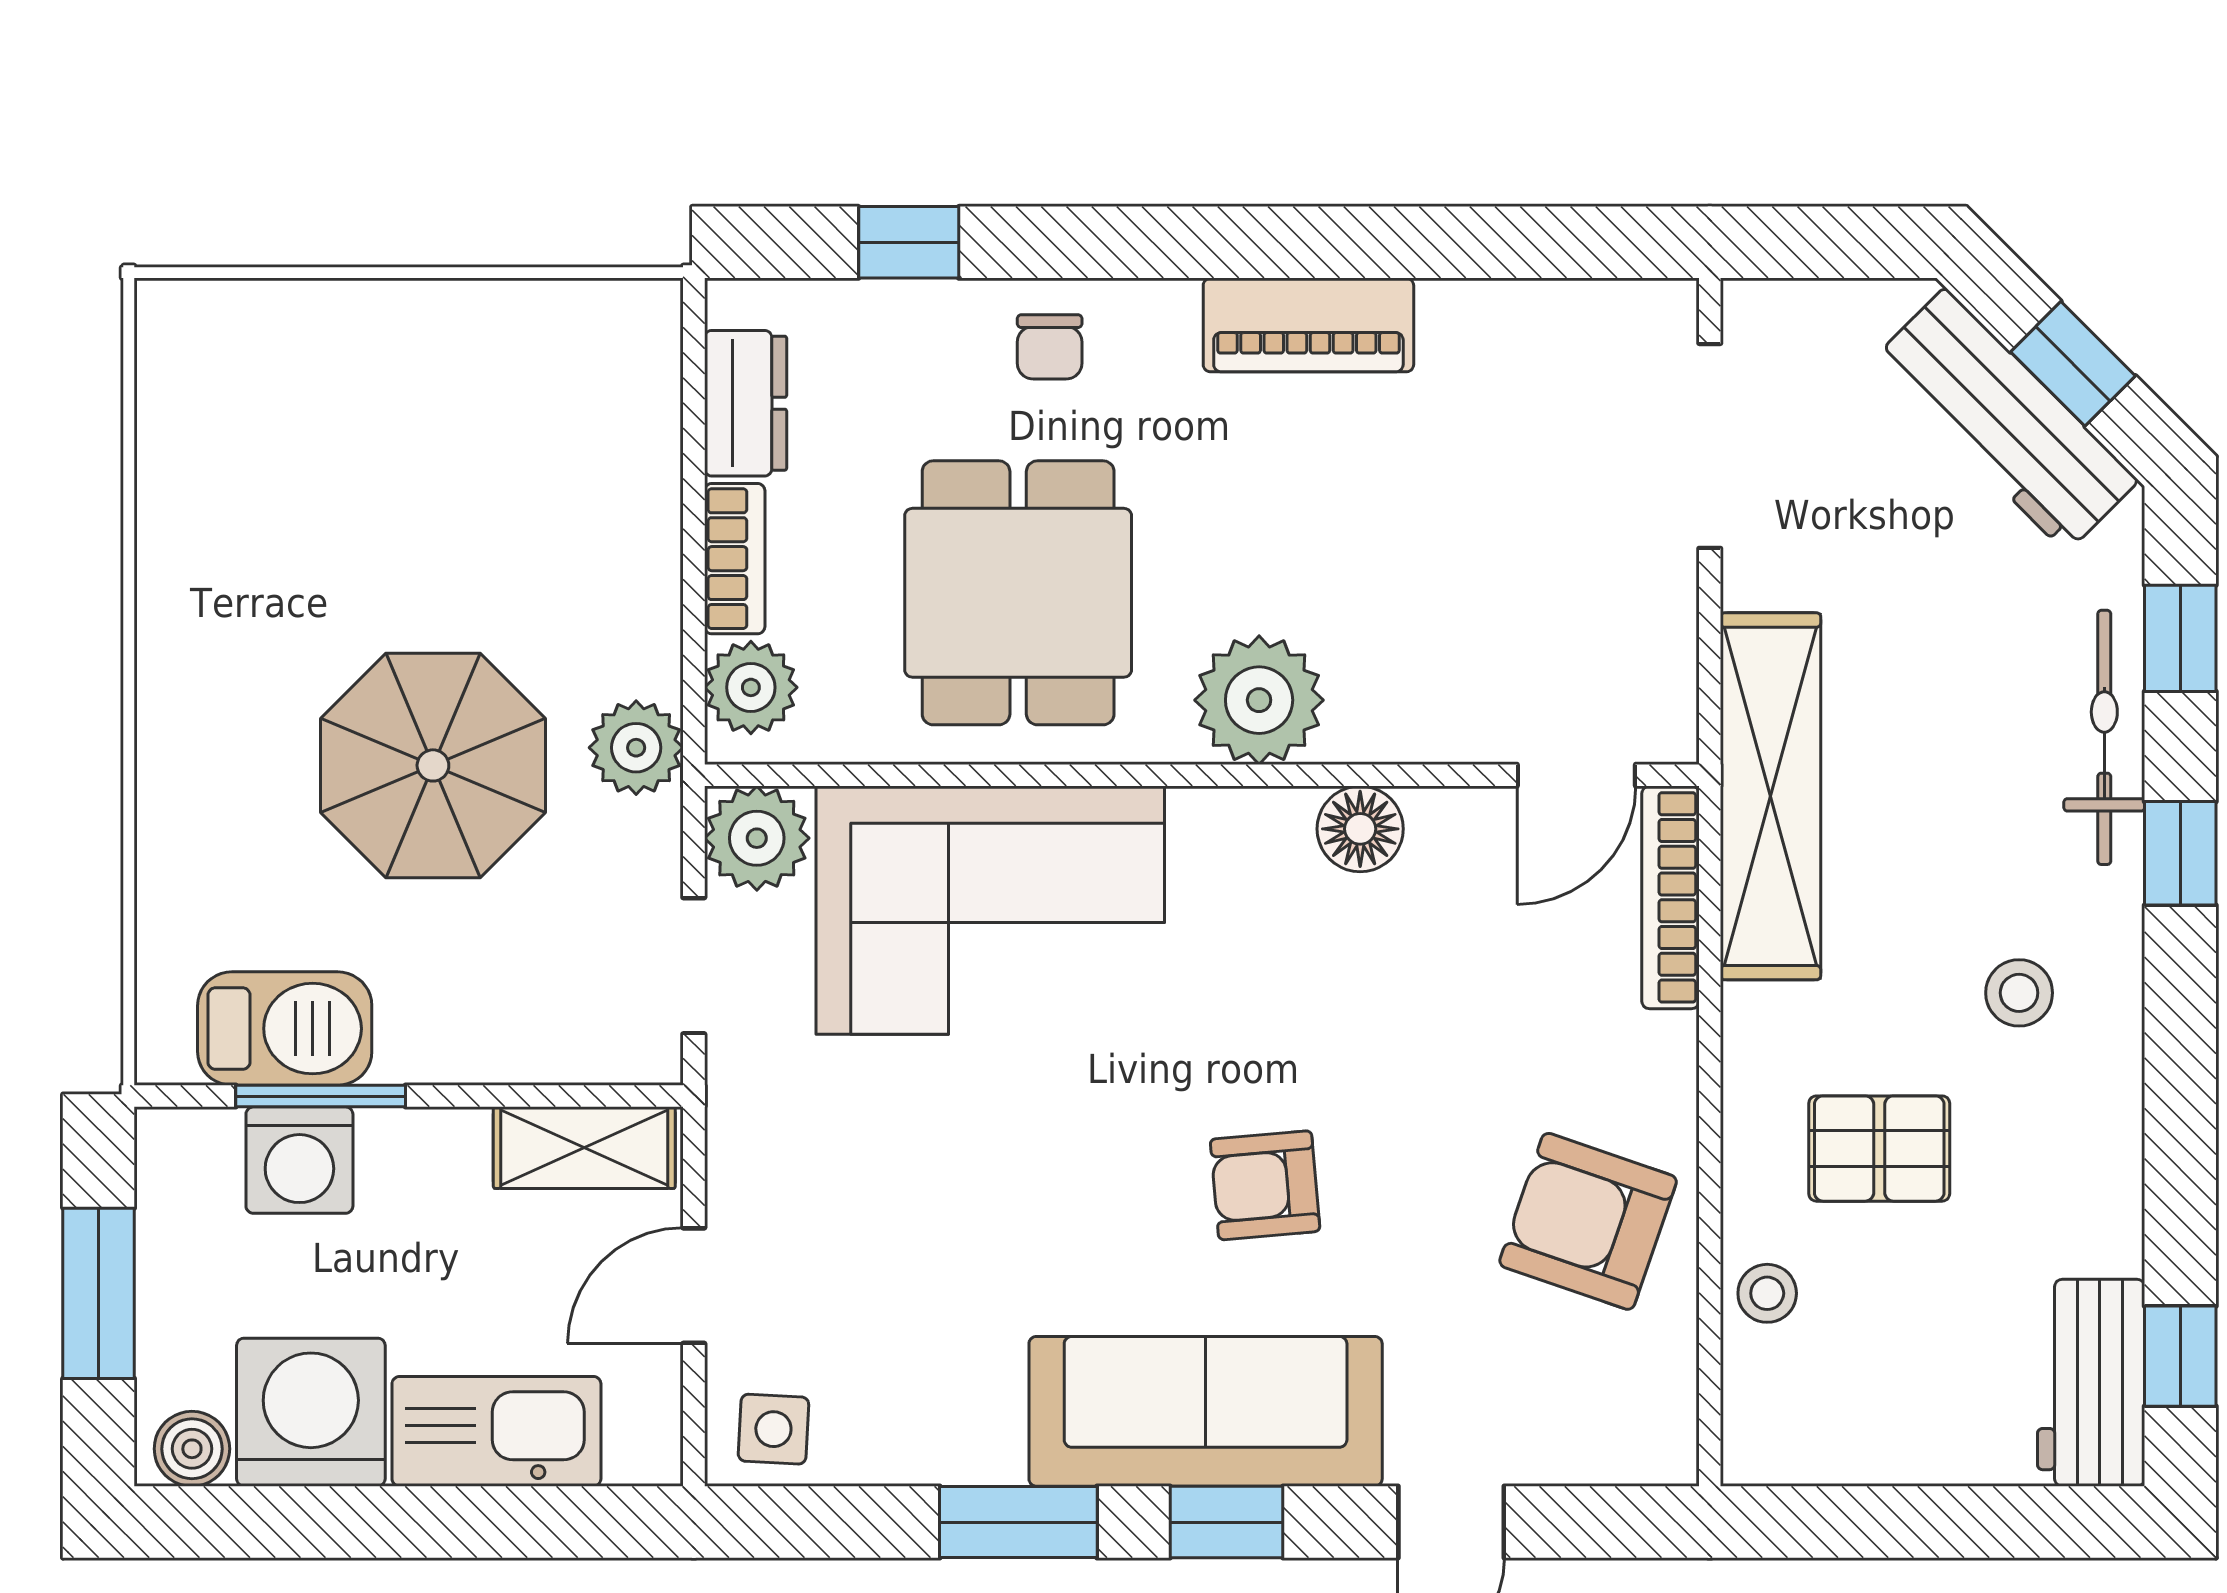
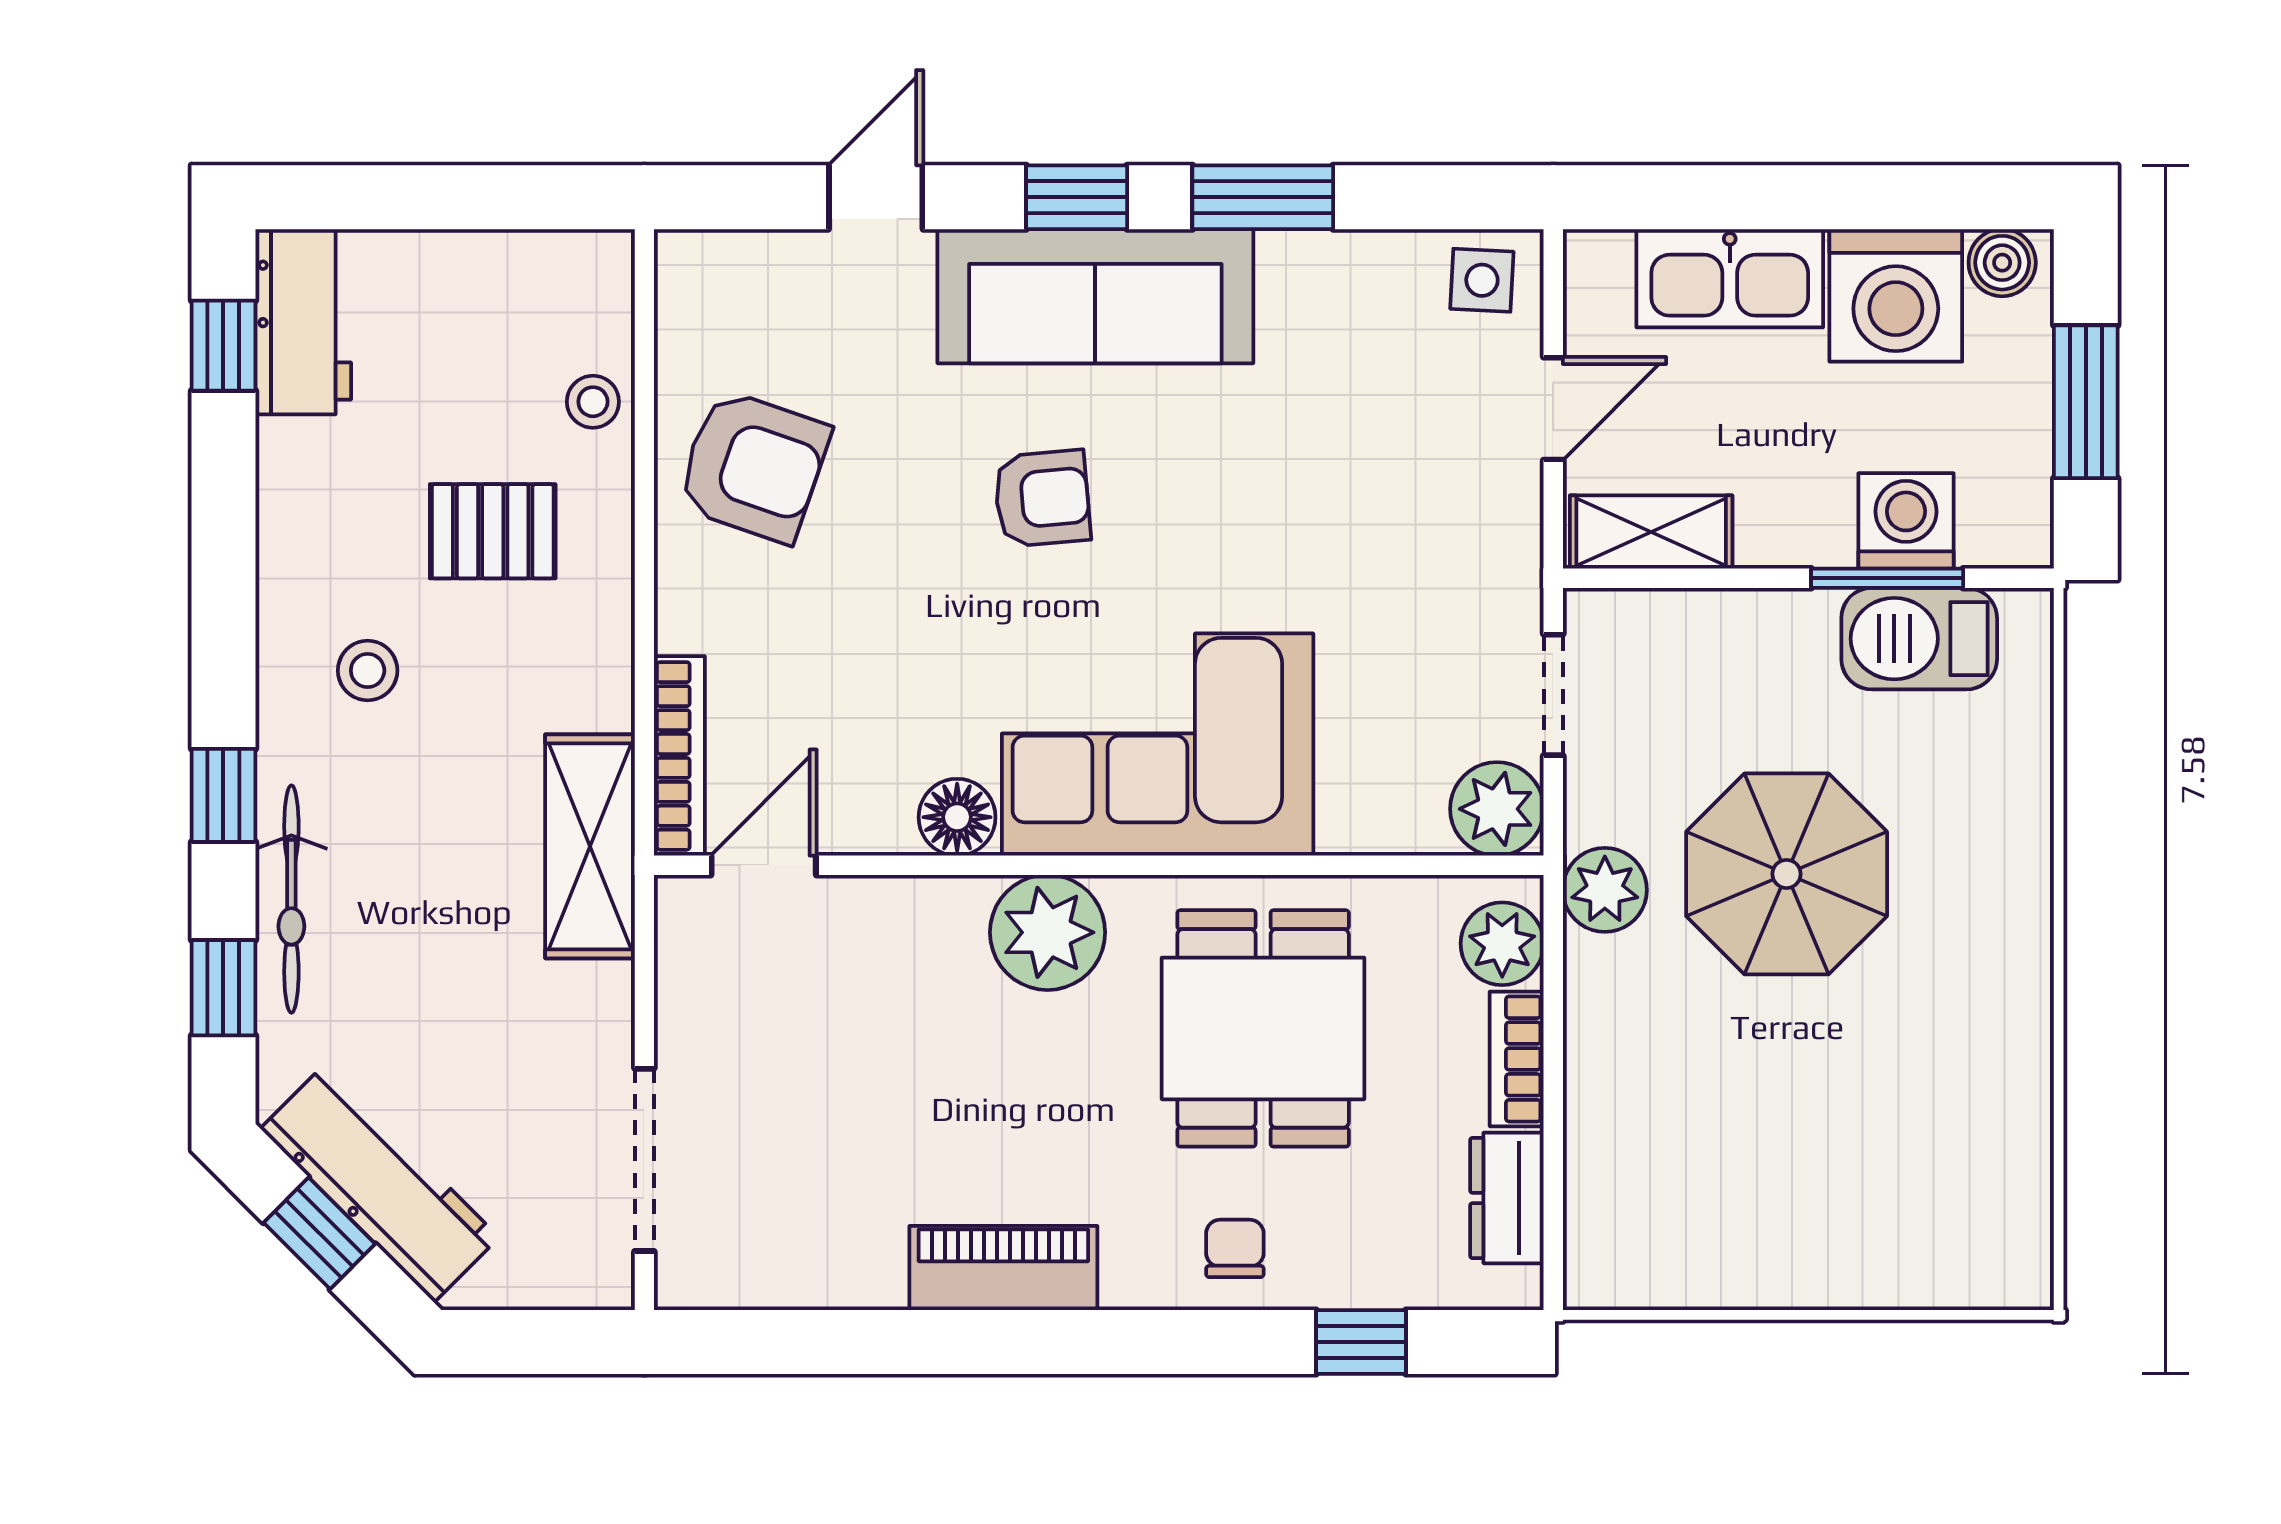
shelving: (1770, 796) -> (590, 846), width x0.68
corner sofa: (990, 910) -> (1158, 745), moved

